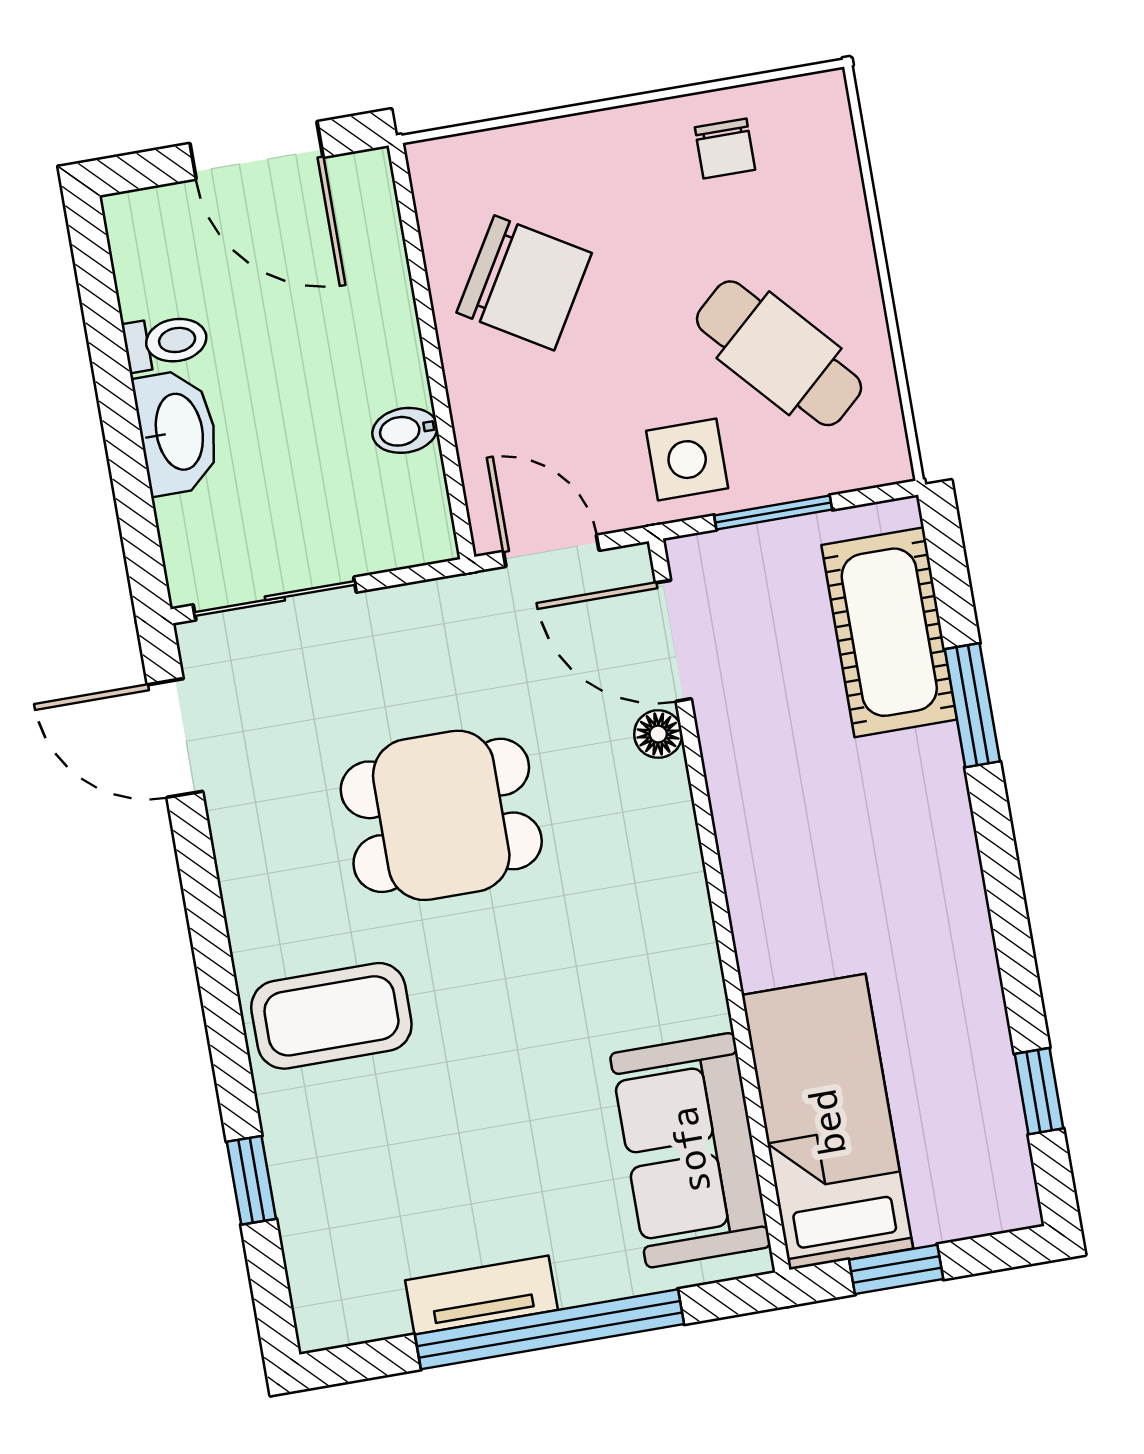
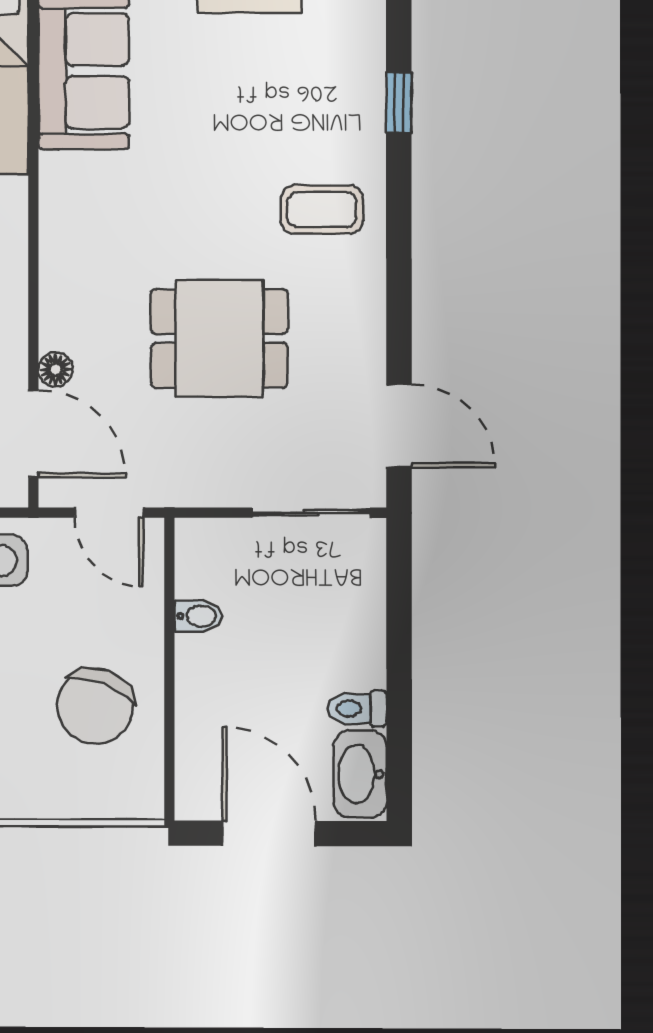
chair: (524, 283) -> (95, 706), turned -100
washbasin: (177, 432) -> (360, 774), moved
coffee table: (331, 1016) -> (322, 210), width x0.73, depth x0.77

